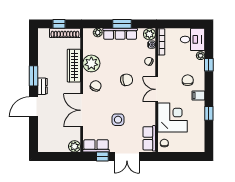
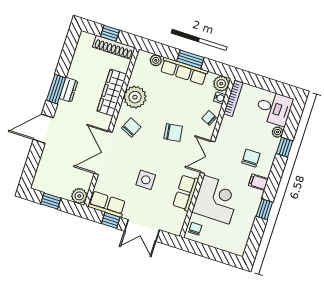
dresser: (43, 86) -> (69, 90), moved
row of seats: (149, 138) -> (186, 193), moved
window: (55, 156) -> (51, 201), added

